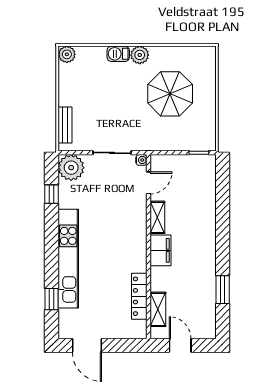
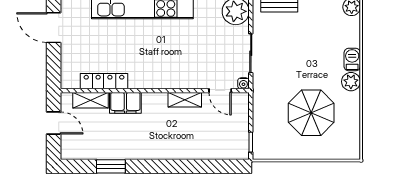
filing cabinet: (161, 250) -> (125, 103), moved
door: (87, 345) -> (54, 28), hinge flipped
door: (180, 345) -> (54, 123), hinge flipped

